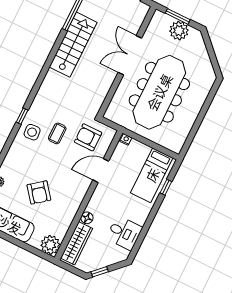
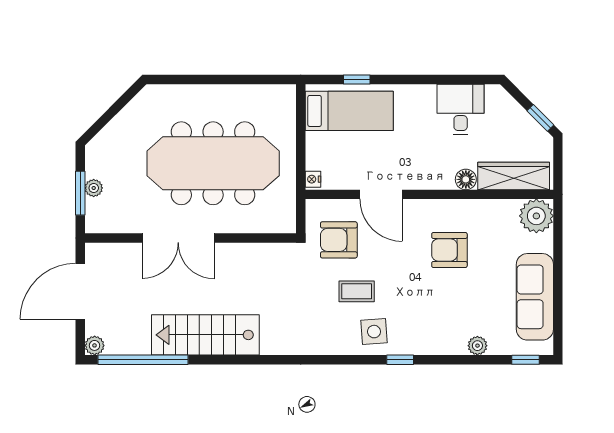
plant: (179, 31) -> (94, 188), width x0.53, depth x0.53
window: (22, 116) -> (400, 360), moved
armchair: (88, 137) -> (339, 240), turned 90
armchair: (39, 192) -> (449, 250), moved, turned -142

